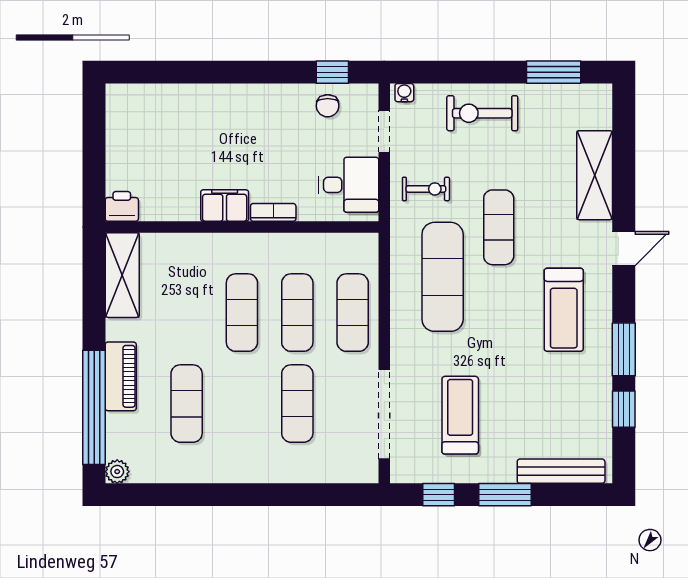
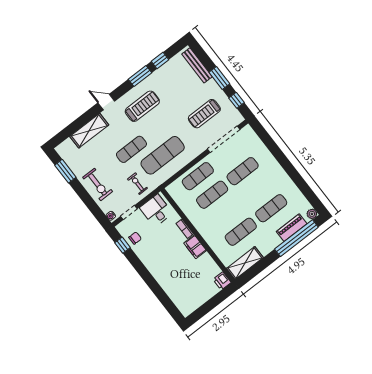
exercise mat: (242, 313) -> (241, 232), moved
piano: (121, 376) -> (292, 228), moved

